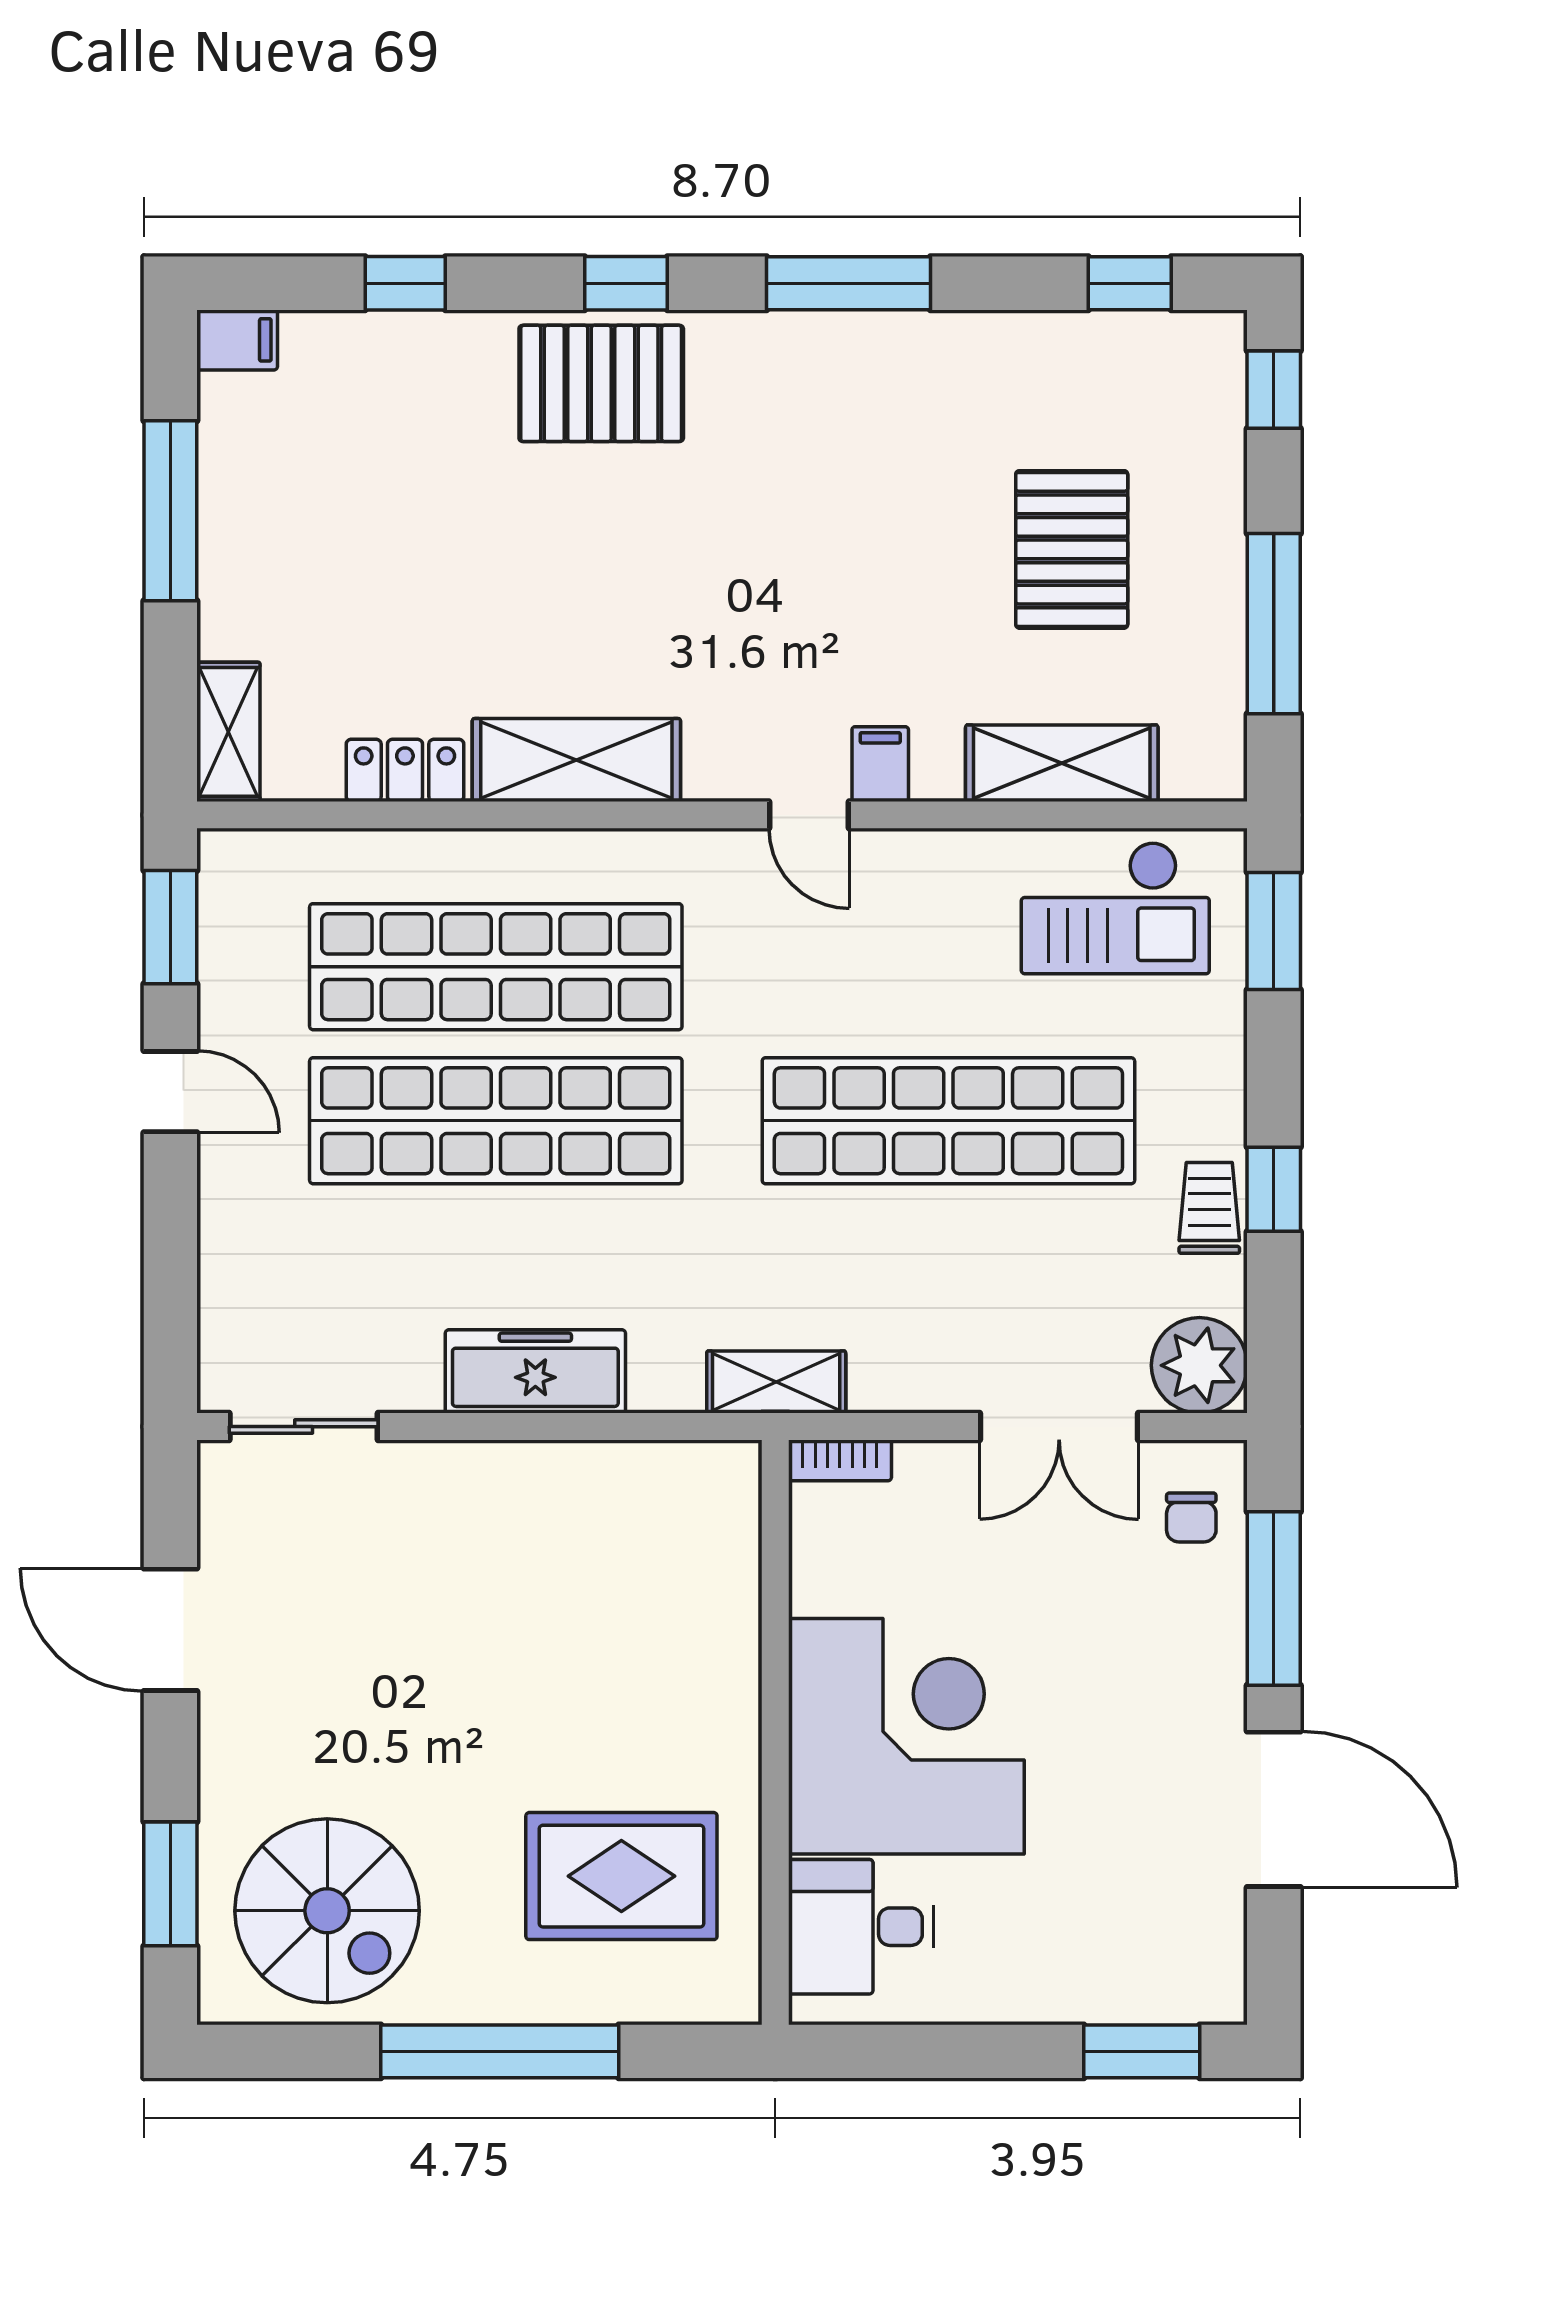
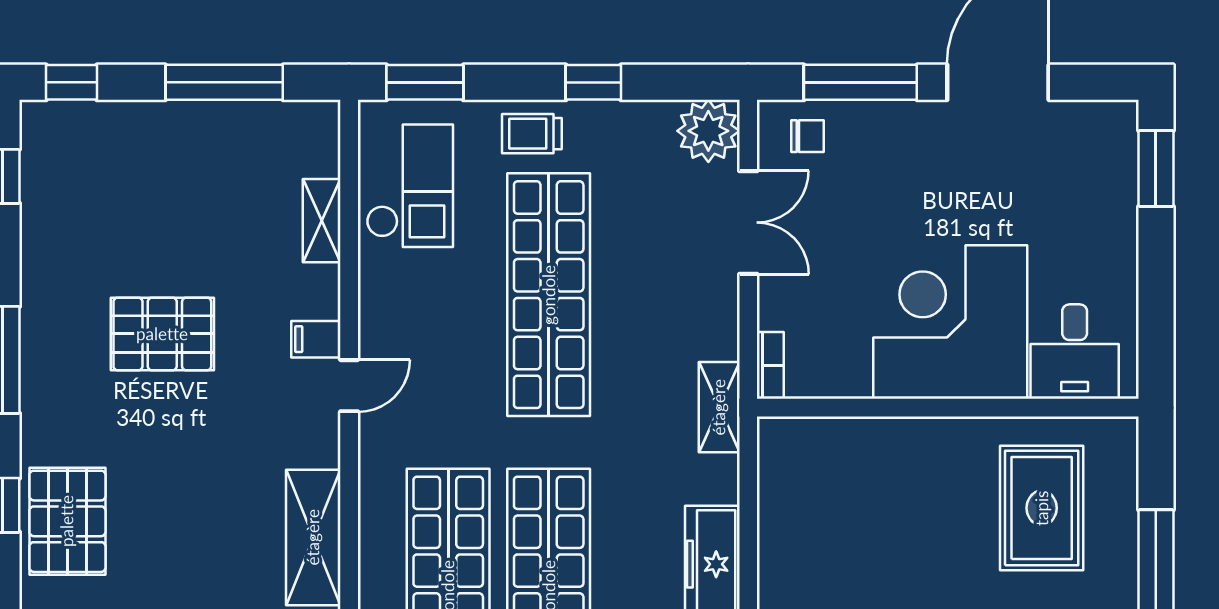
pallet: (1072, 549) -> (162, 334), moved
shelving: (1062, 763) -> (322, 221), width x0.67, depth x0.75
trolley: (1209, 1208) -> (532, 134), moved

